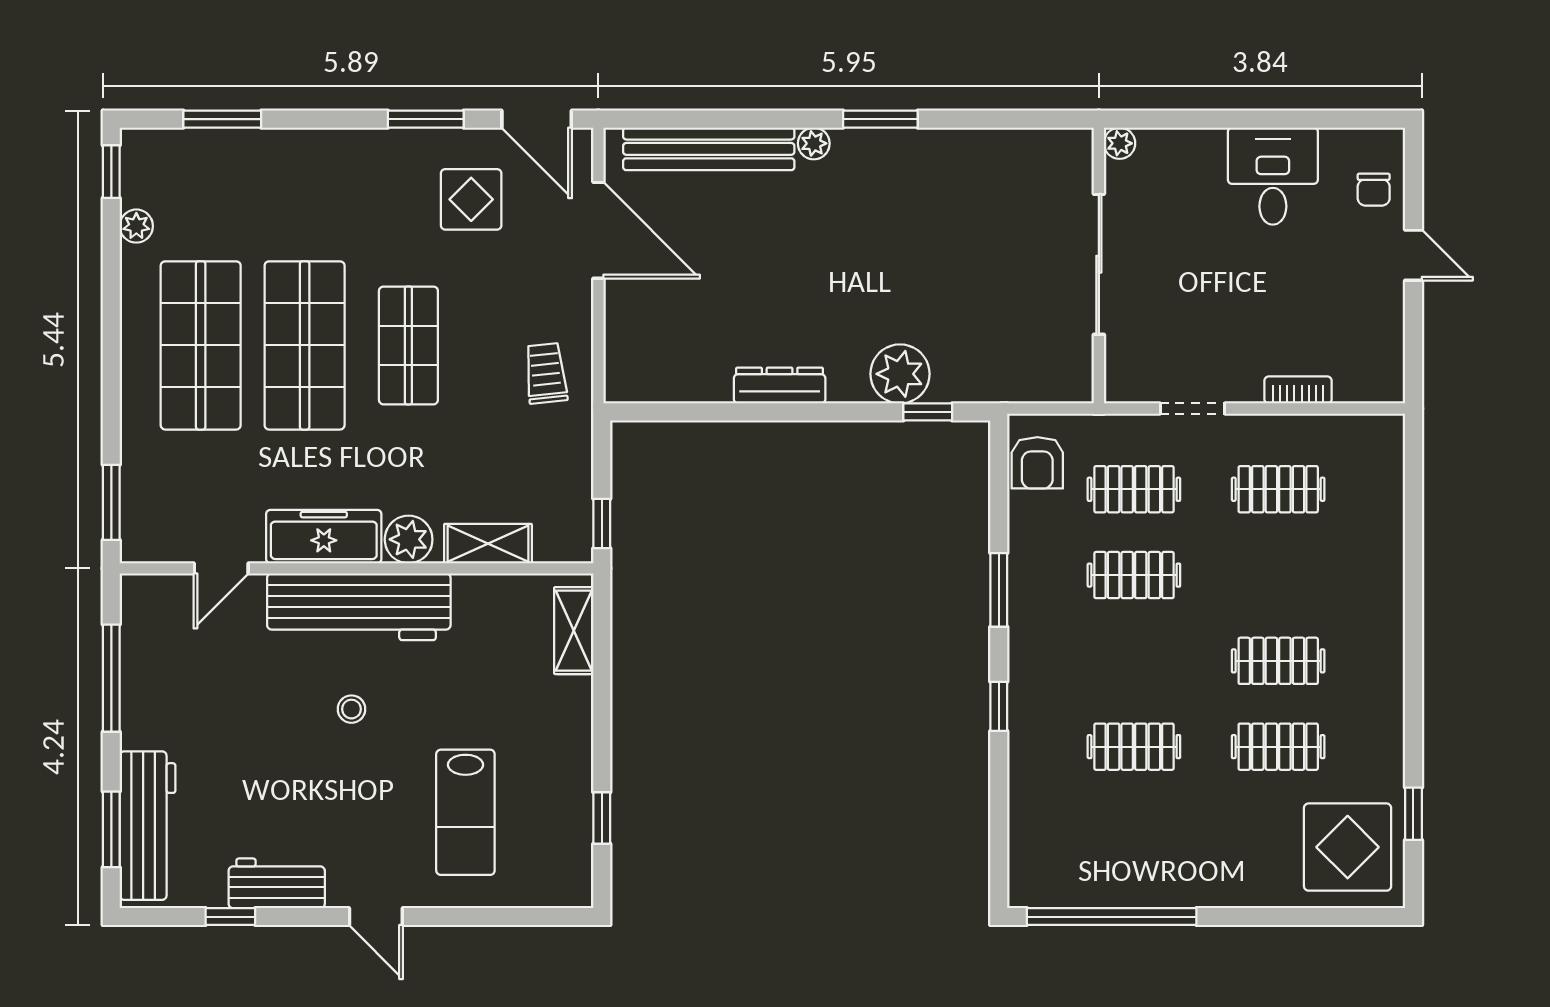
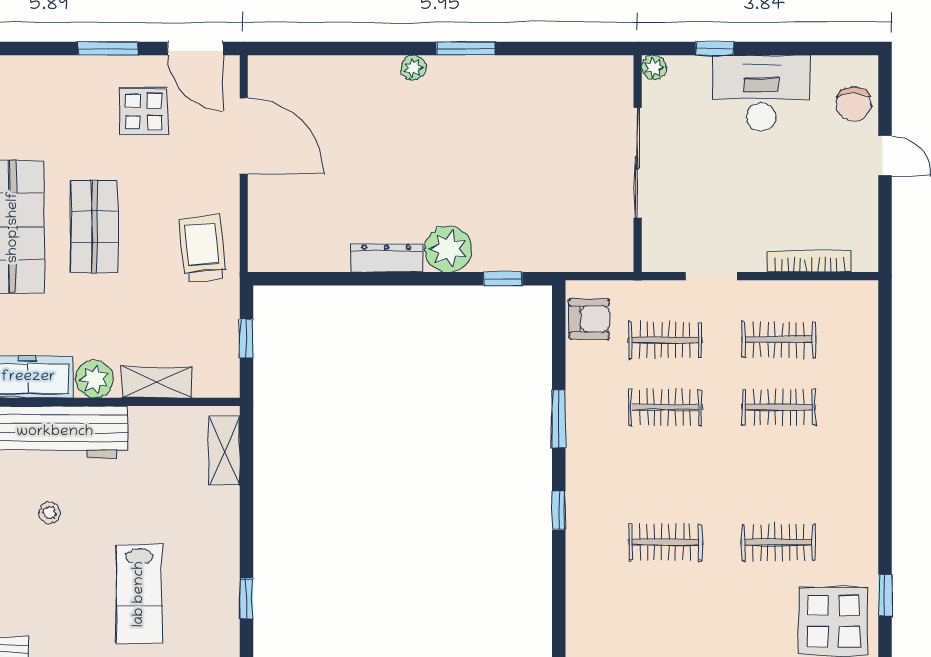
window: (1197, 119) -> (715, 49), added
bench: (709, 149) -> (331, 72), removed
desk: (1273, 176) -> (761, 93), width x1.37
chair: (1374, 190) -> (854, 104), width x1.37, depth x1.37
trolley: (546, 373) -> (202, 249), width x1.36, depth x1.39
plant: (900, 374) -> (448, 249), moved
bookcase: (1298, 390) -> (809, 262), width x1.56
armchair: (1037, 463) -> (589, 319), turned -90
window: (602, 524) -> (246, 338), moved
clothes rail: (1278, 661) -> (779, 407), moved

